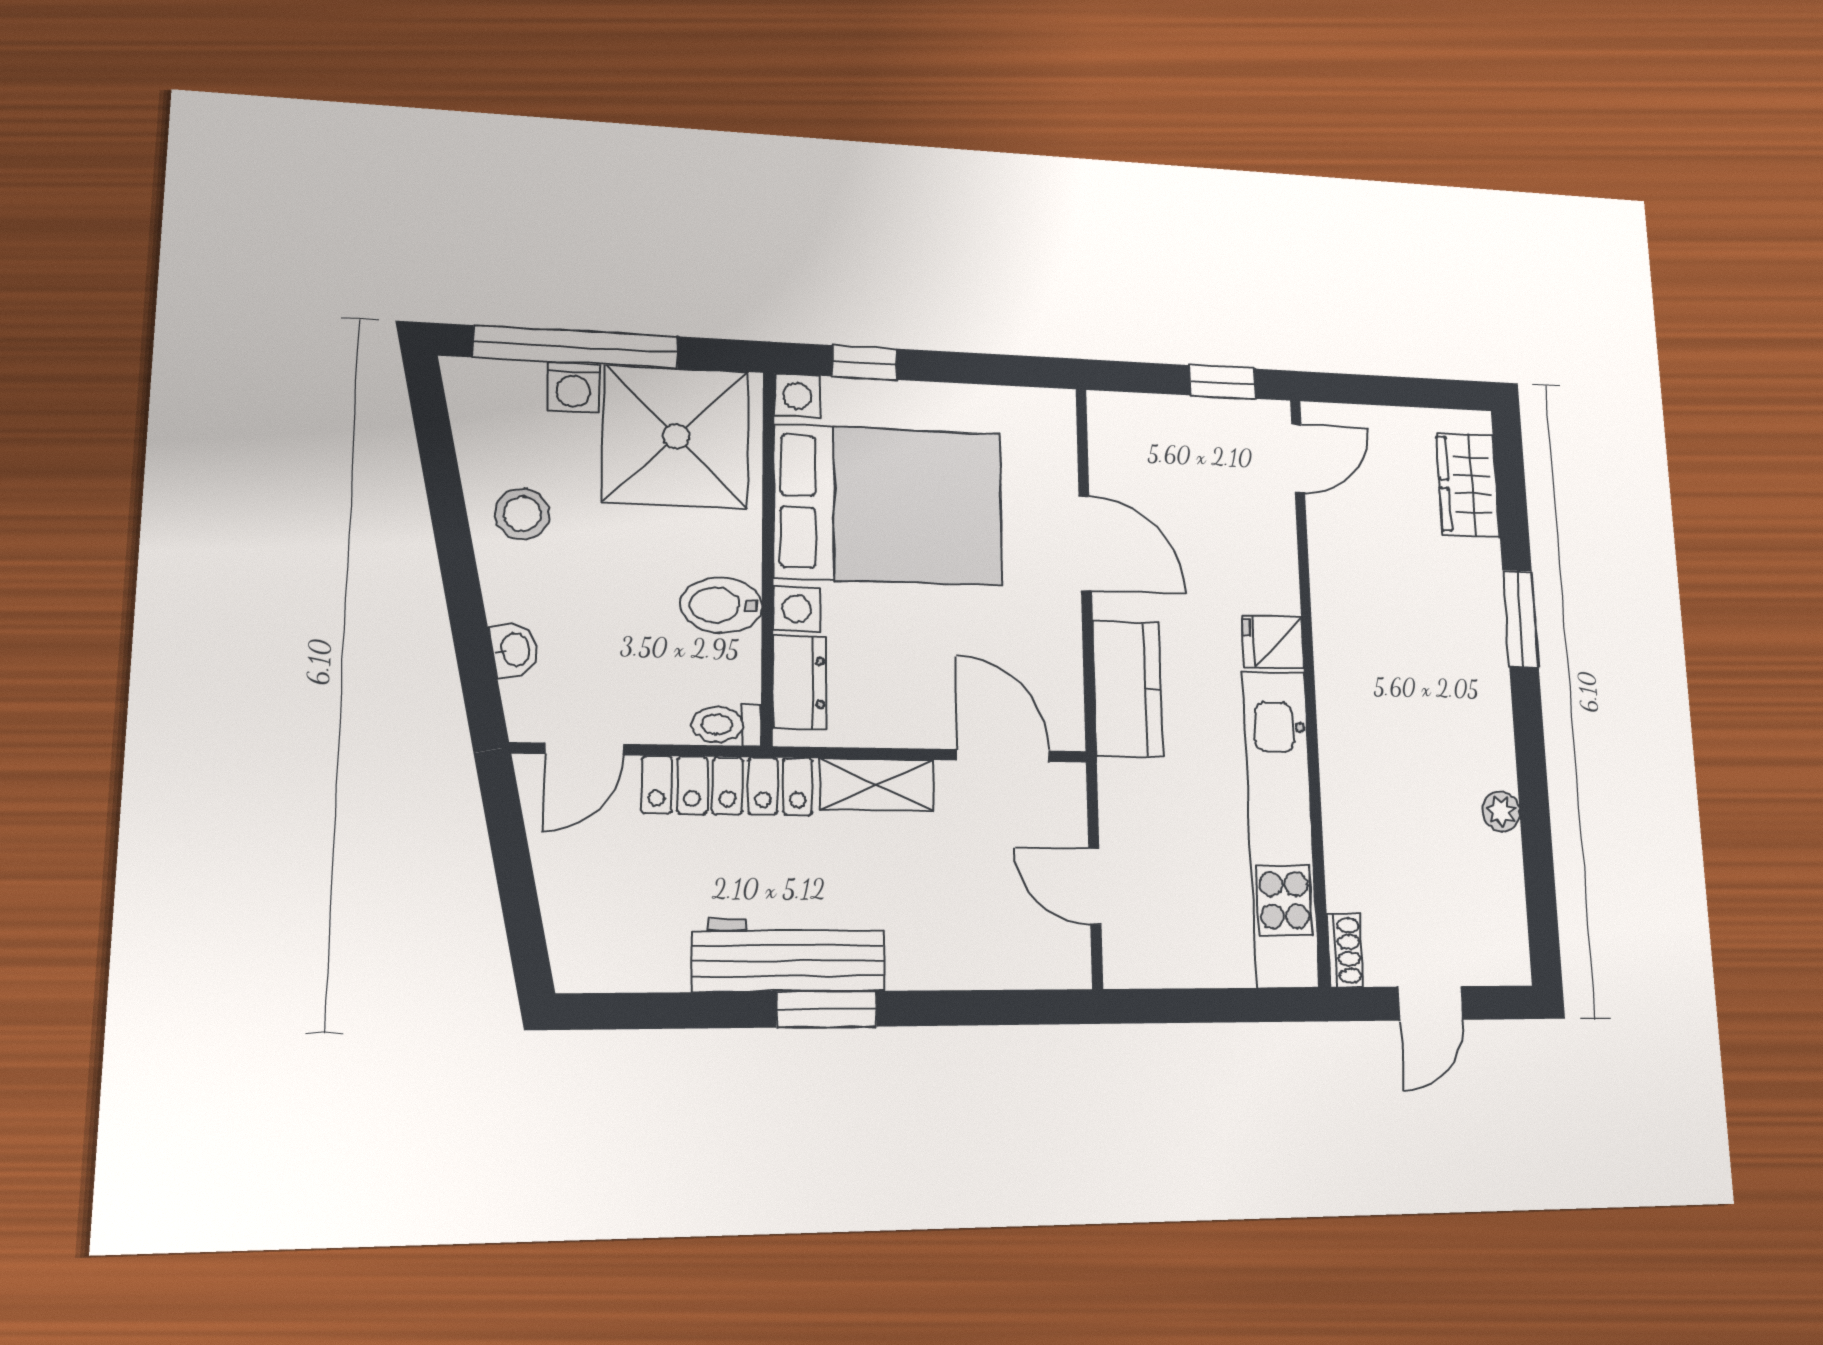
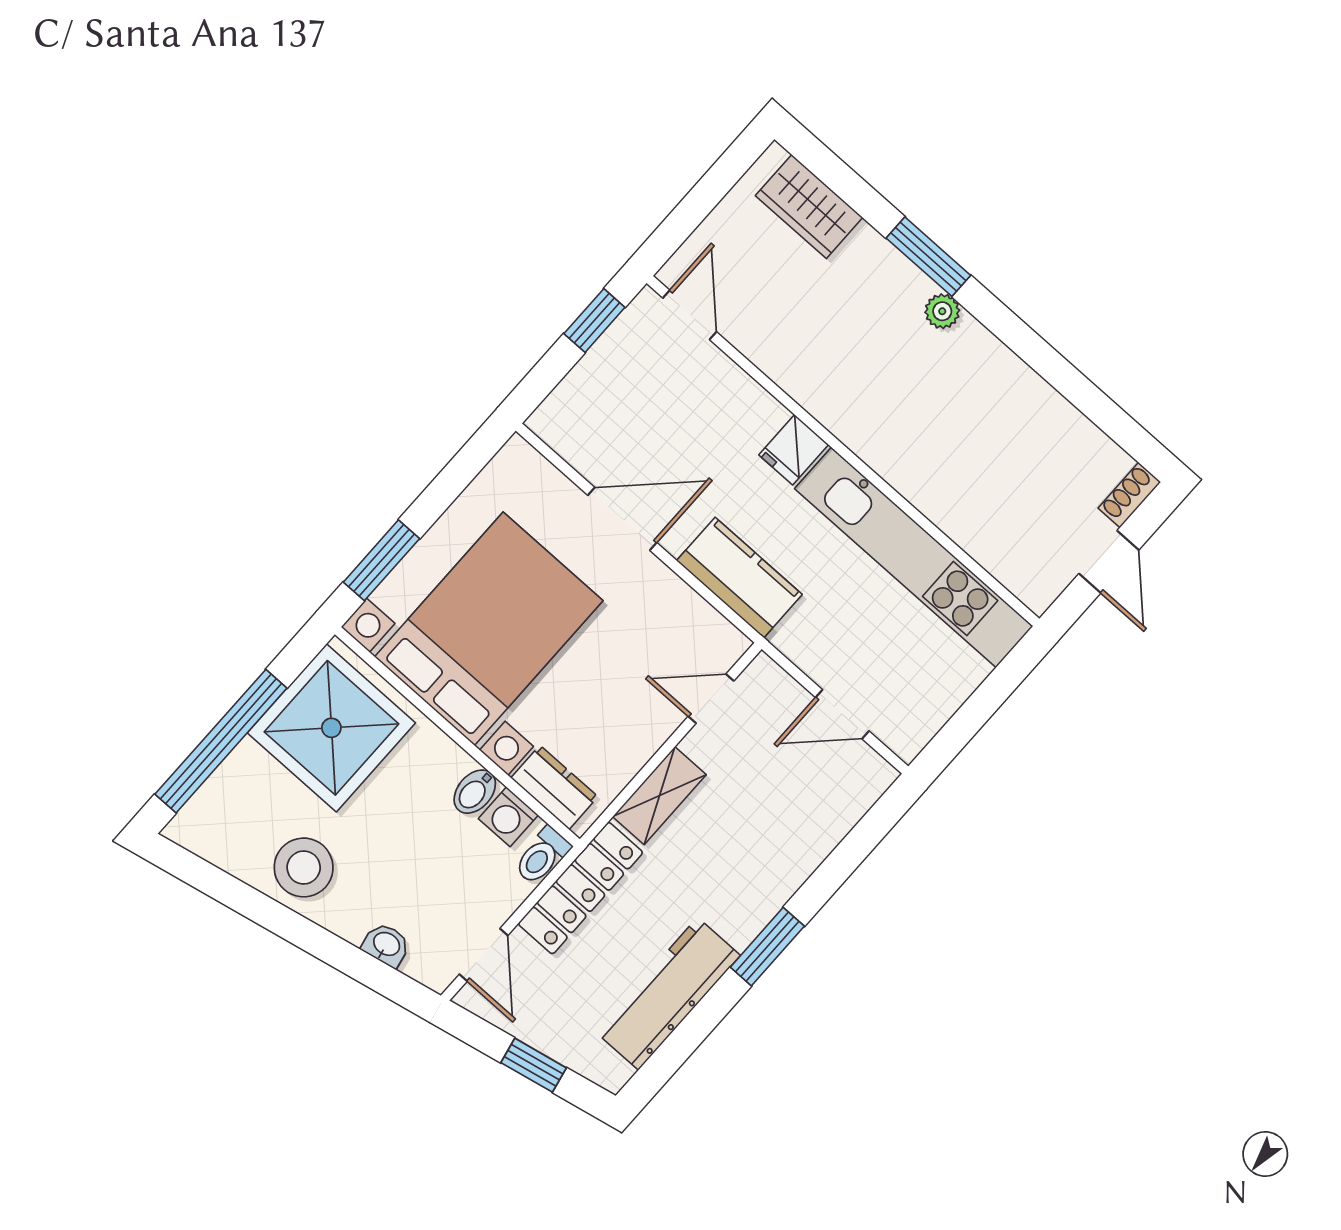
window: (864, 362) -> (381, 560), width x1.50
washing machine: (574, 387) -> (508, 817), moved, turned 90
stool: (522, 514) -> (304, 867), width x1.38, depth x1.38
bidet: (721, 605) -> (475, 792), width x0.72, depth x0.74
door: (1003, 756) -> (711, 699), width x0.73
plant: (1501, 812) -> (942, 311), moved
window: (517, 888) -> (534, 1065), added
shoe rack: (1345, 950) -> (1129, 495), moved, turned -90
workbench: (789, 955) -> (668, 994), moved

